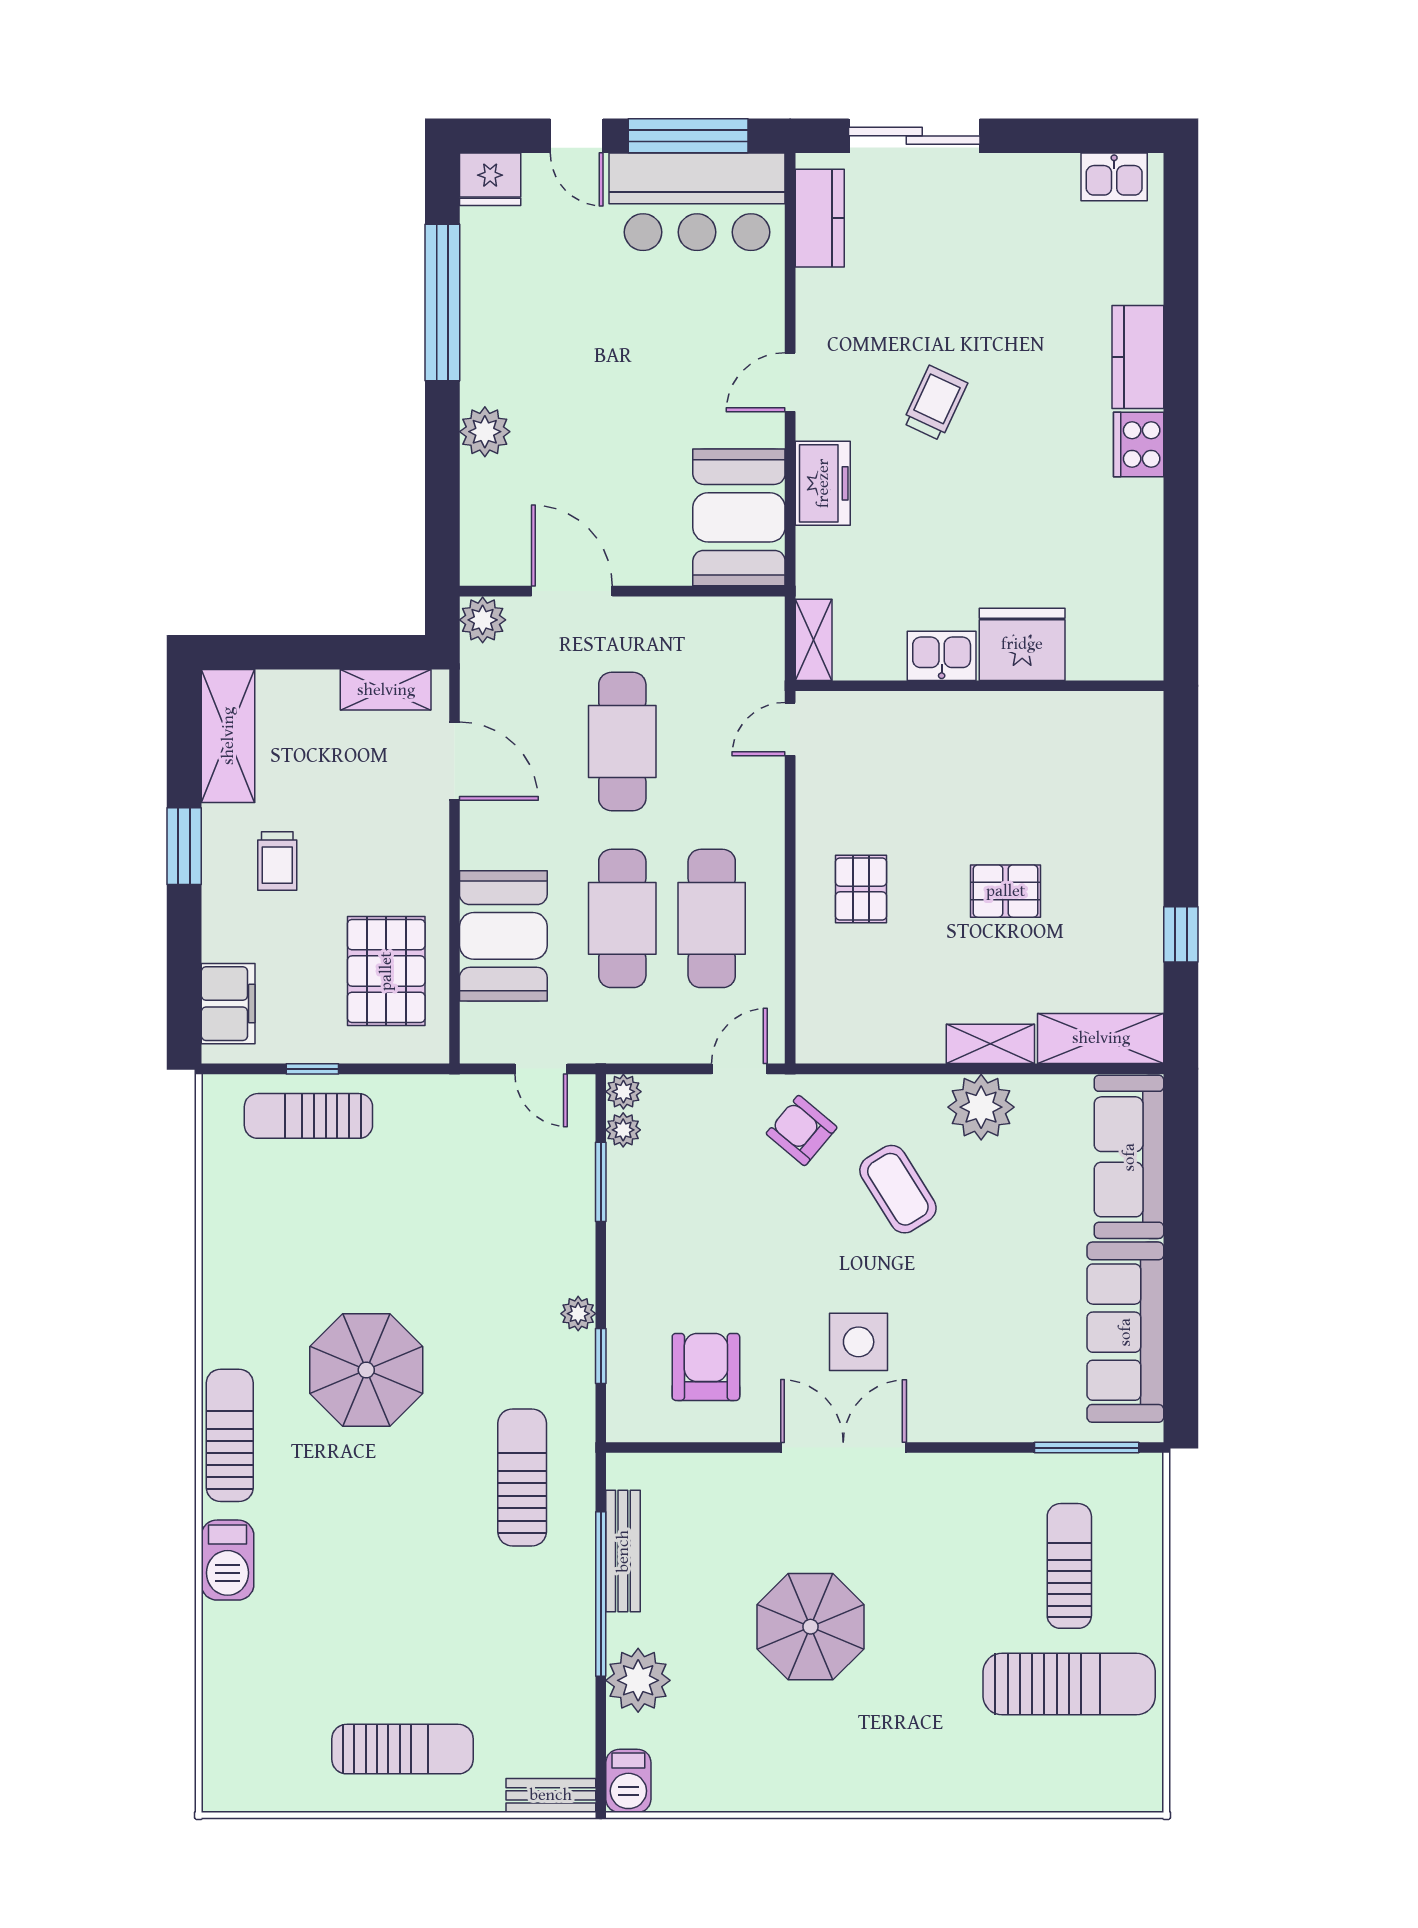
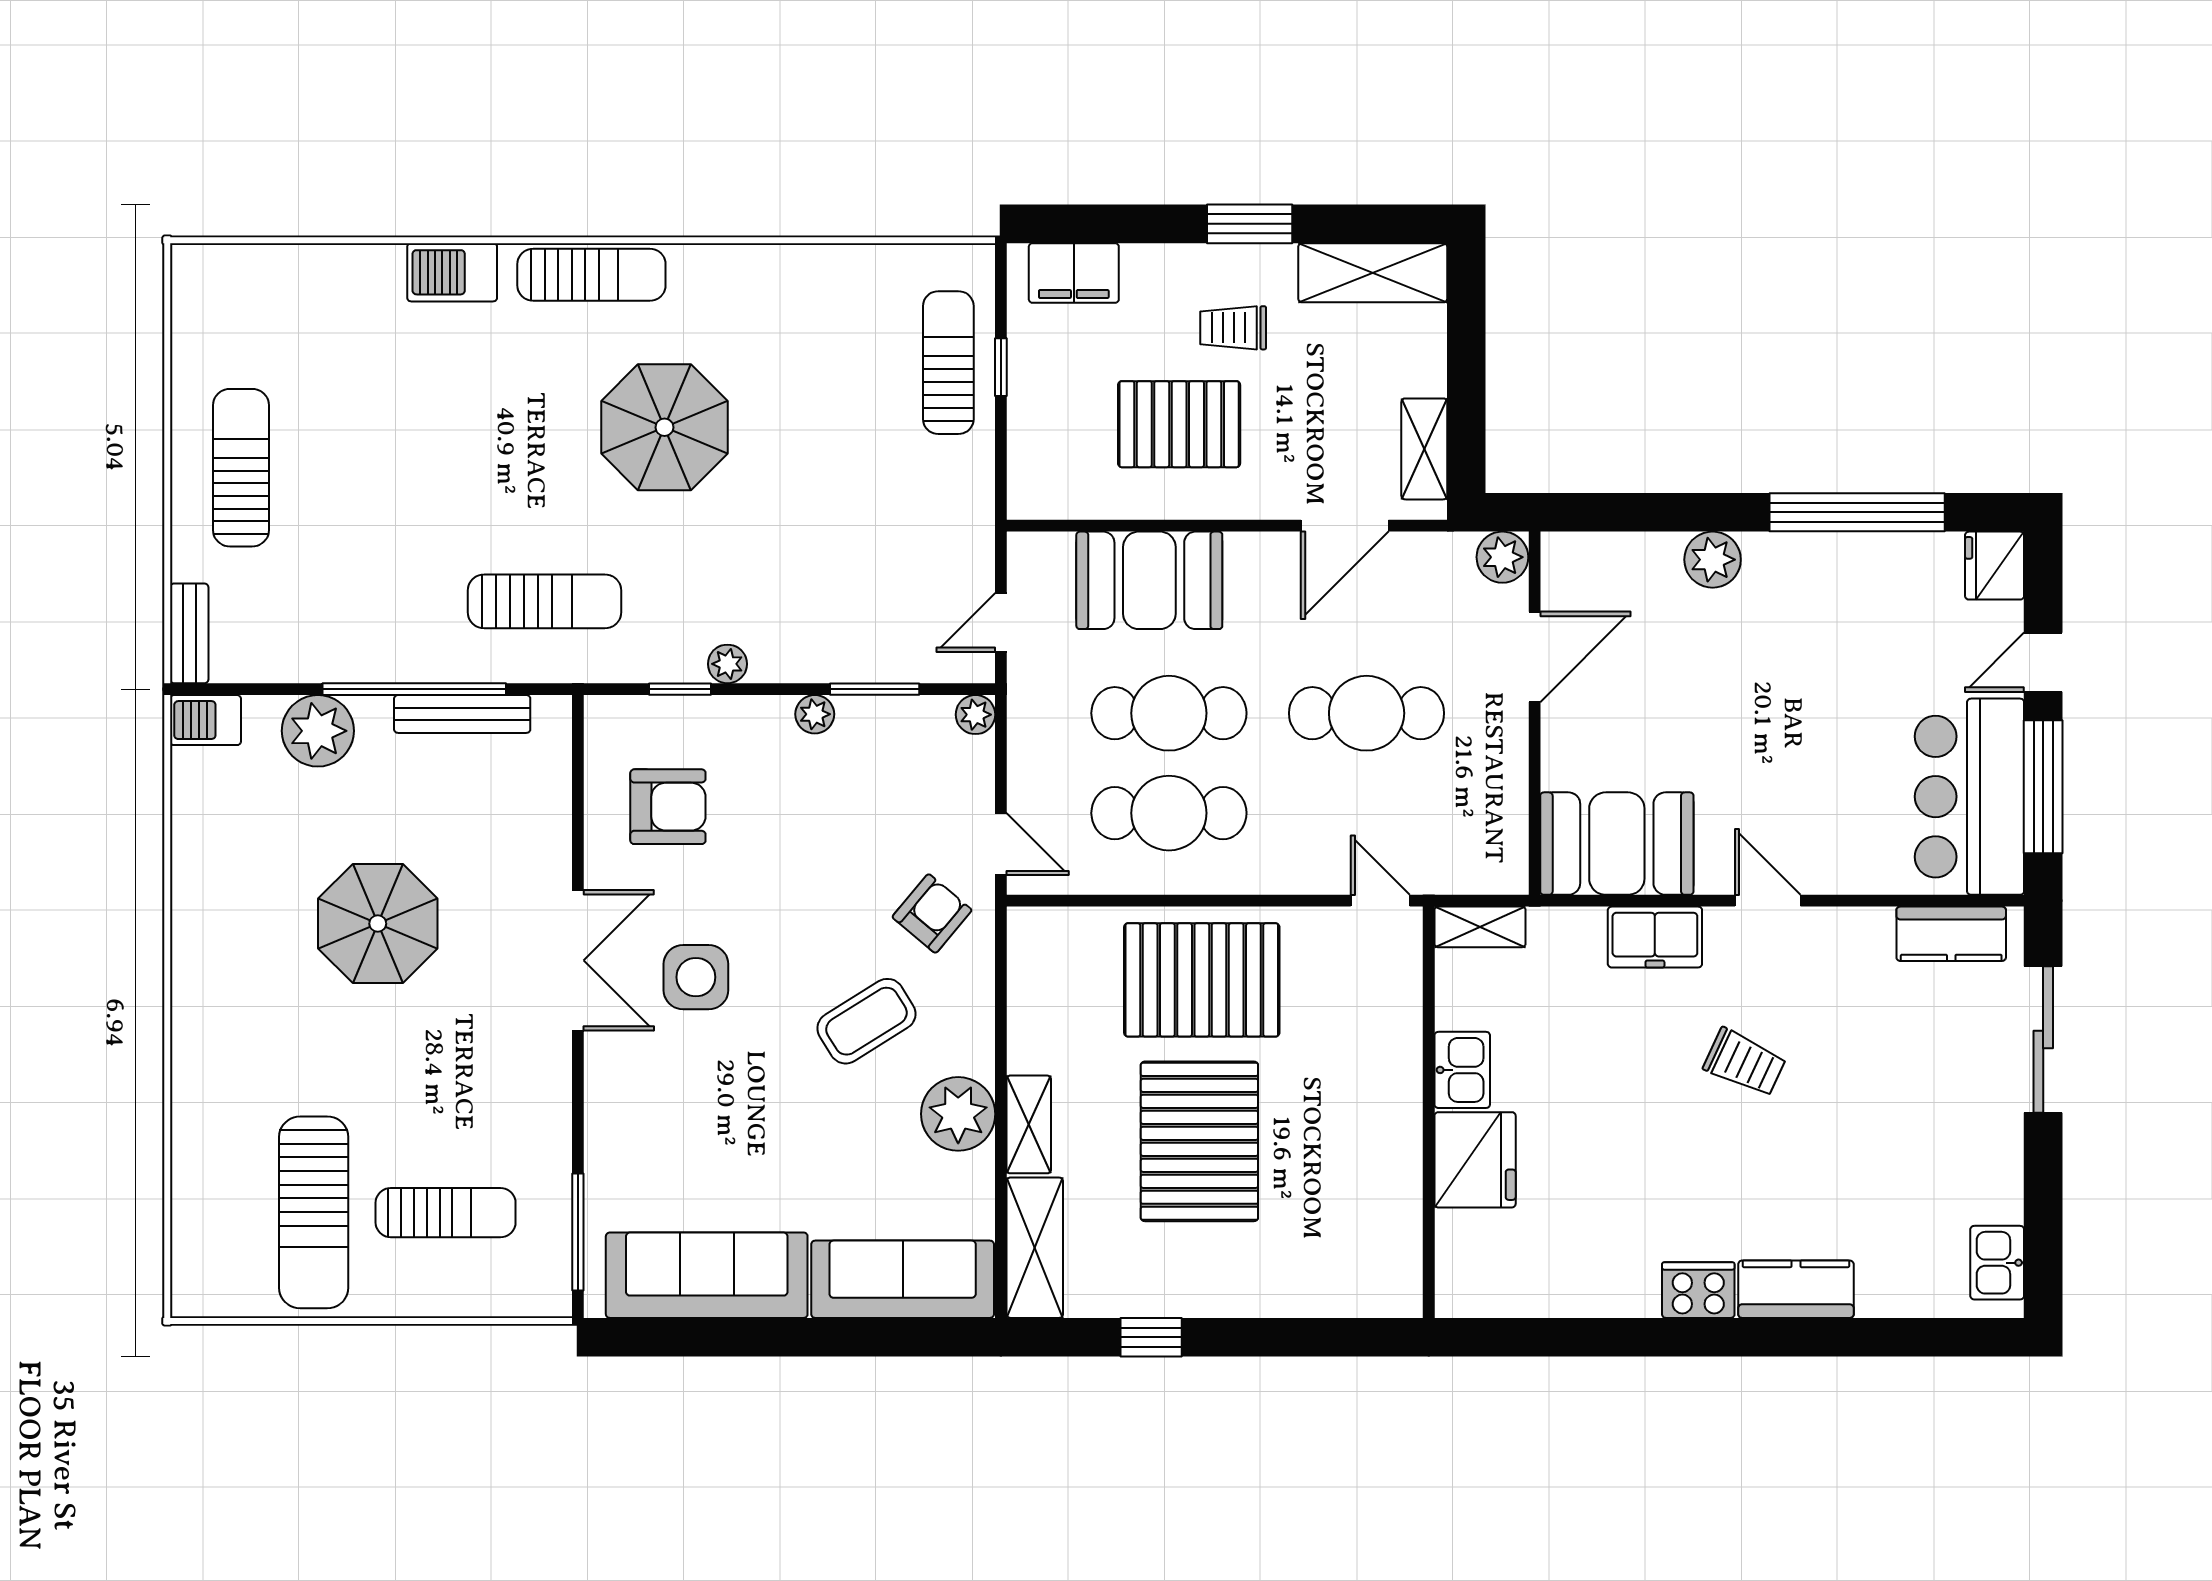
pallet: (861, 889) -> (1202, 980), width x2.05, depth x2.00
pallet: (1006, 891) -> (1199, 1141), width x2.05, depth x2.00
pallet: (386, 971) -> (1179, 424), moved
plant: (623, 1130) -> (815, 714), moved
sun lounger: (402, 1749) -> (241, 468), turned 180

